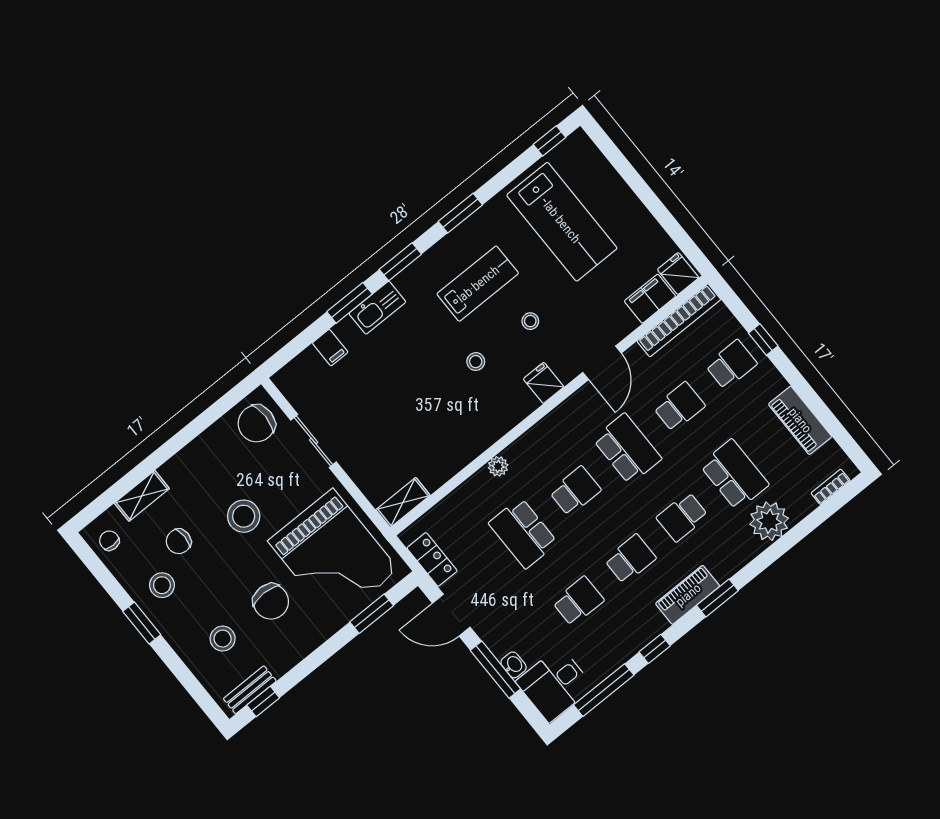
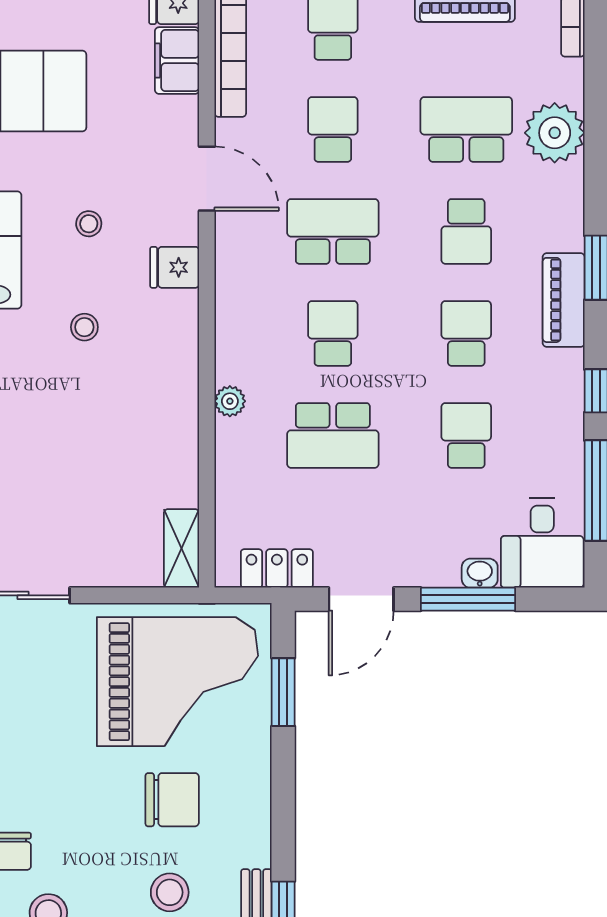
stool: (244, 516) -> (45, 750), removed

